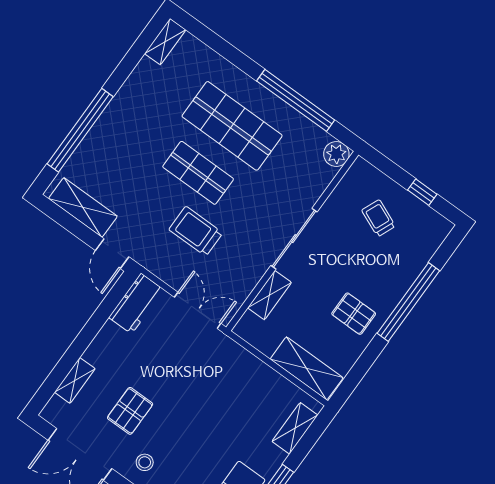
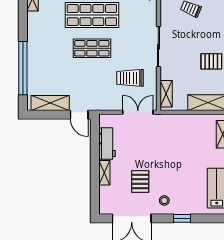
trolley: (196, 231) -> (130, 78), moved
shelving: (270, 295) -> (166, 94), moved
workbench: (136, 303) -> (107, 143), moved
shelving: (75, 380) -> (104, 173), moved

